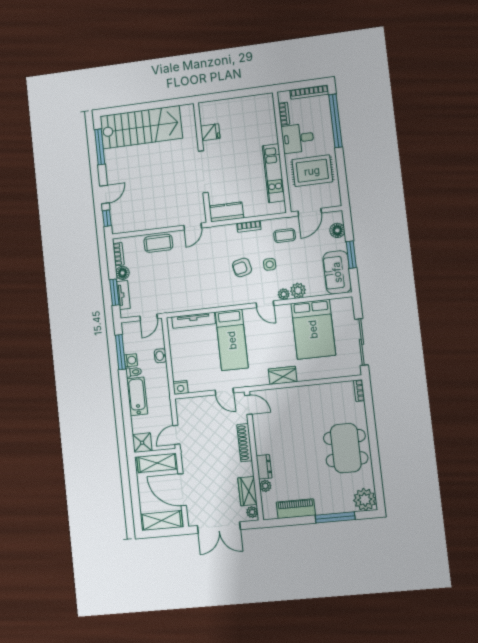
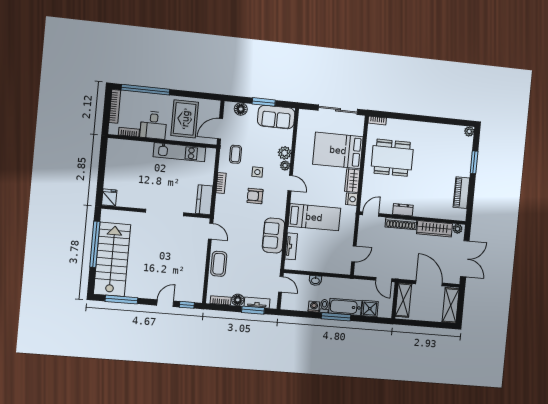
window: (154, 105) -> (95, 244), added
fridge: (210, 132) -> (109, 197), moved
door: (105, 194) -> (165, 303), hinge flipped
door: (310, 212) -> (220, 129), swing flipped
armchair: (242, 267) -> (255, 196), turned 103
sofa: (202, 298) -> (273, 236), added
door: (265, 304) -> (290, 183), hinge flipped
tv unit: (194, 320) -> (291, 246), width x0.71
bed: (313, 329) -> (338, 150), moved, turned 180
window: (120, 352) -> (336, 317), moved
nightstand: (181, 387) -> (352, 199), moved
door: (224, 392) -> (354, 254), moved
shower: (142, 443) -> (370, 309), moved
dining table: (346, 448) -> (392, 158), moved
dresser: (264, 467) -> (403, 210), moved
plant: (265, 486) -> (439, 214), removed
door: (182, 490) -> (429, 283), swing flipped
wardrobe: (247, 491) -> (435, 229), width x1.50
plant: (365, 500) -> (469, 131), width x0.53, depth x0.53
window: (335, 517) -> (474, 162), width x0.69

